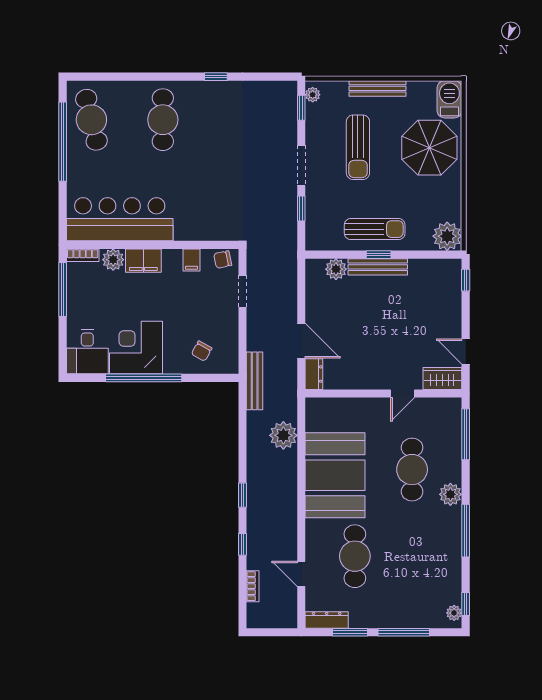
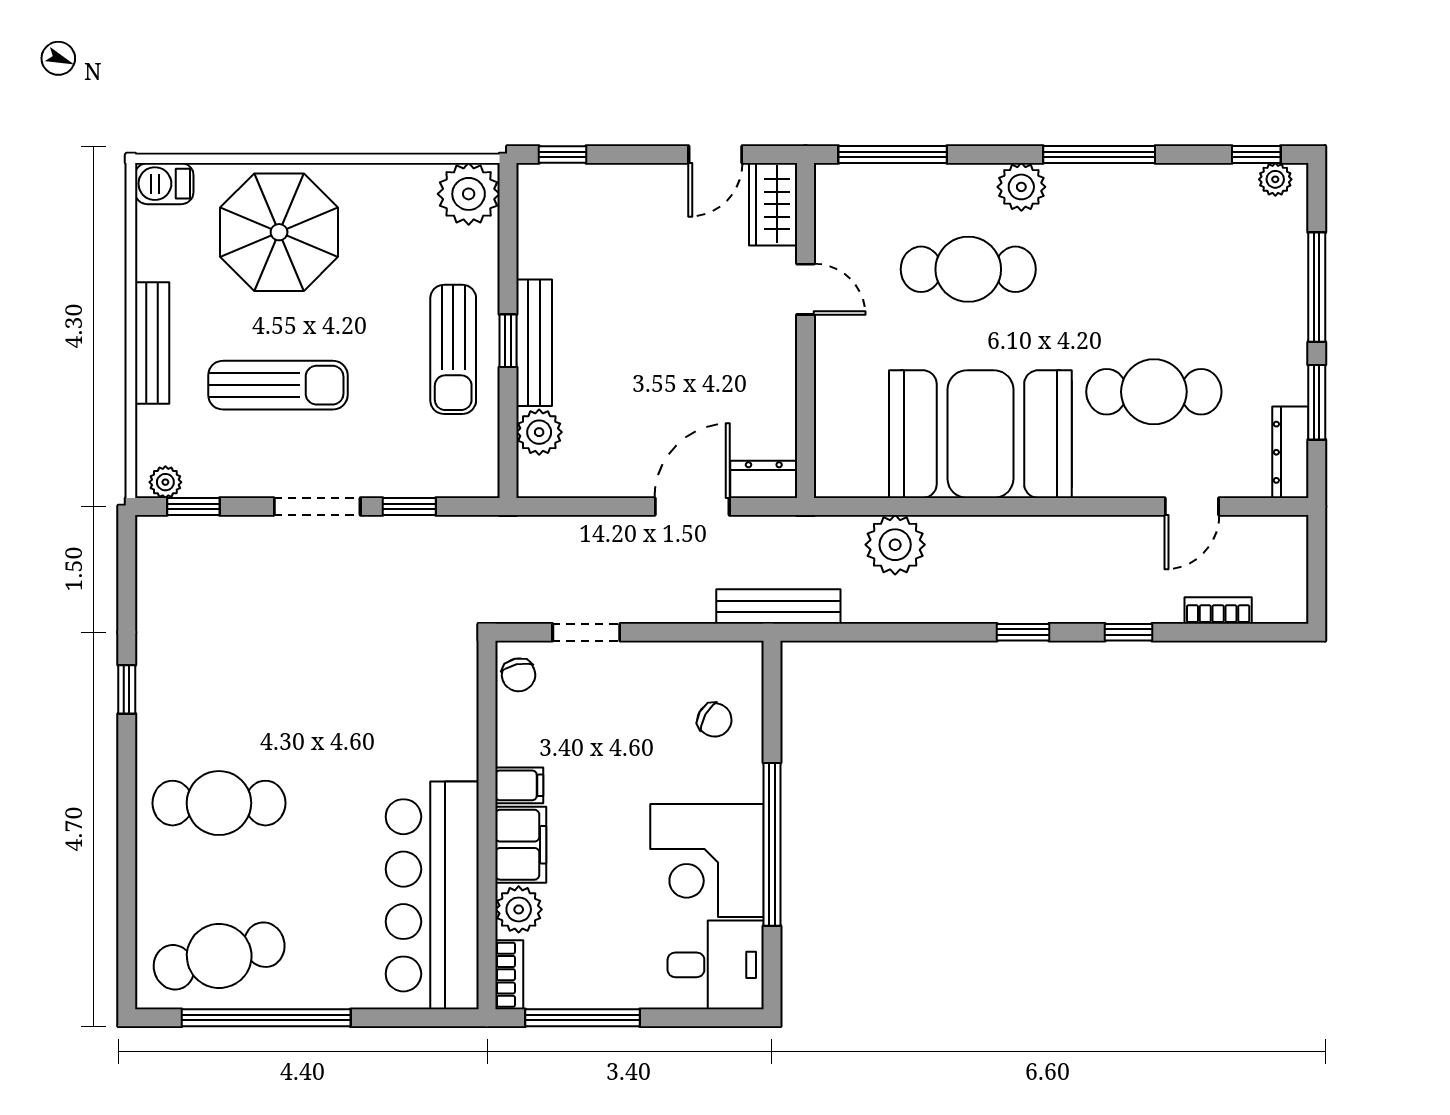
barbecue: (449, 99) -> (164, 184), width x0.73, depth x0.79
sun lounger: (375, 229) -> (453, 349), turned 180
filing cabinet: (192, 260) -> (519, 785), moved

